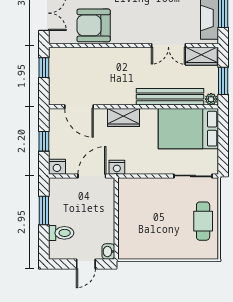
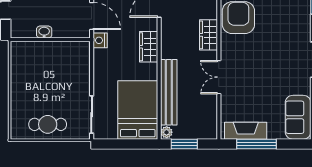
double door: (168, 45) -> (219, 77), moved
wardrobe: (201, 56) -> (208, 35), moved
washbasin: (108, 252) -> (44, 32), moved

